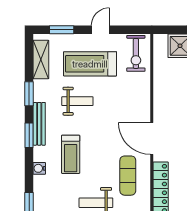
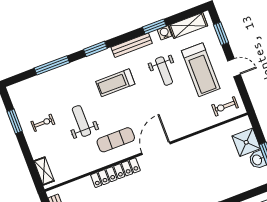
exercise bike: (136, 53) -> (225, 106), width x0.73, depth x0.72
treadmill: (90, 64) -> (201, 70), turned 180
window: (29, 135) -> (95, 49), moved
water cooler: (39, 168) -> (165, 33), moved

